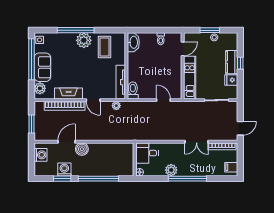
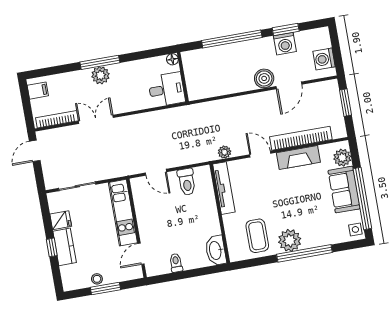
toilet: (133, 90) -> (187, 182), moved
plant: (171, 170) -> (101, 75), moved
window: (187, 179) -> (100, 62), width x0.68

